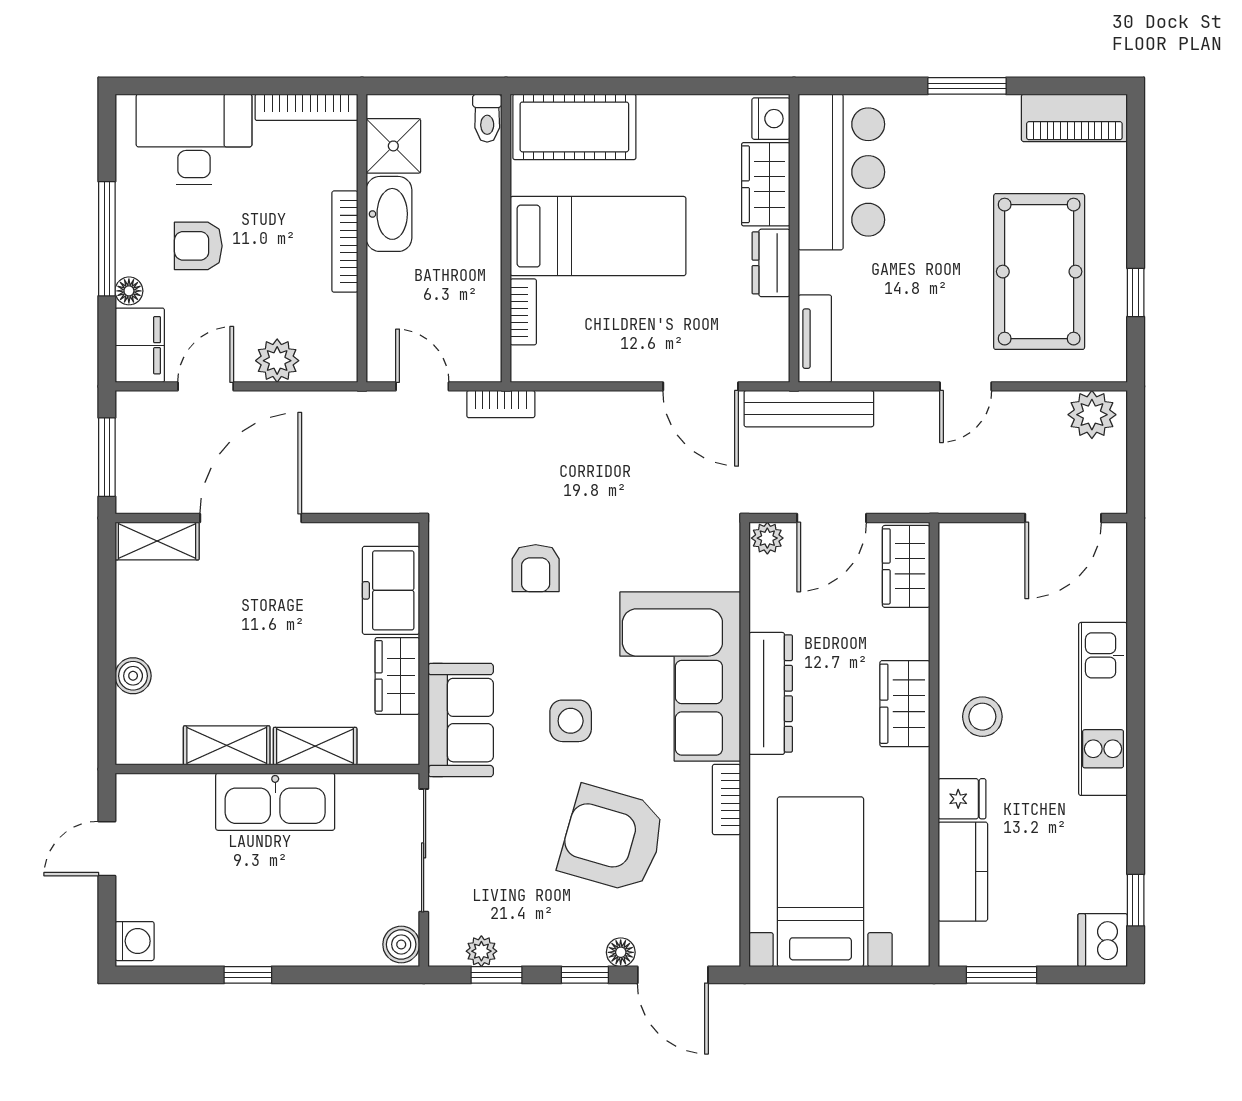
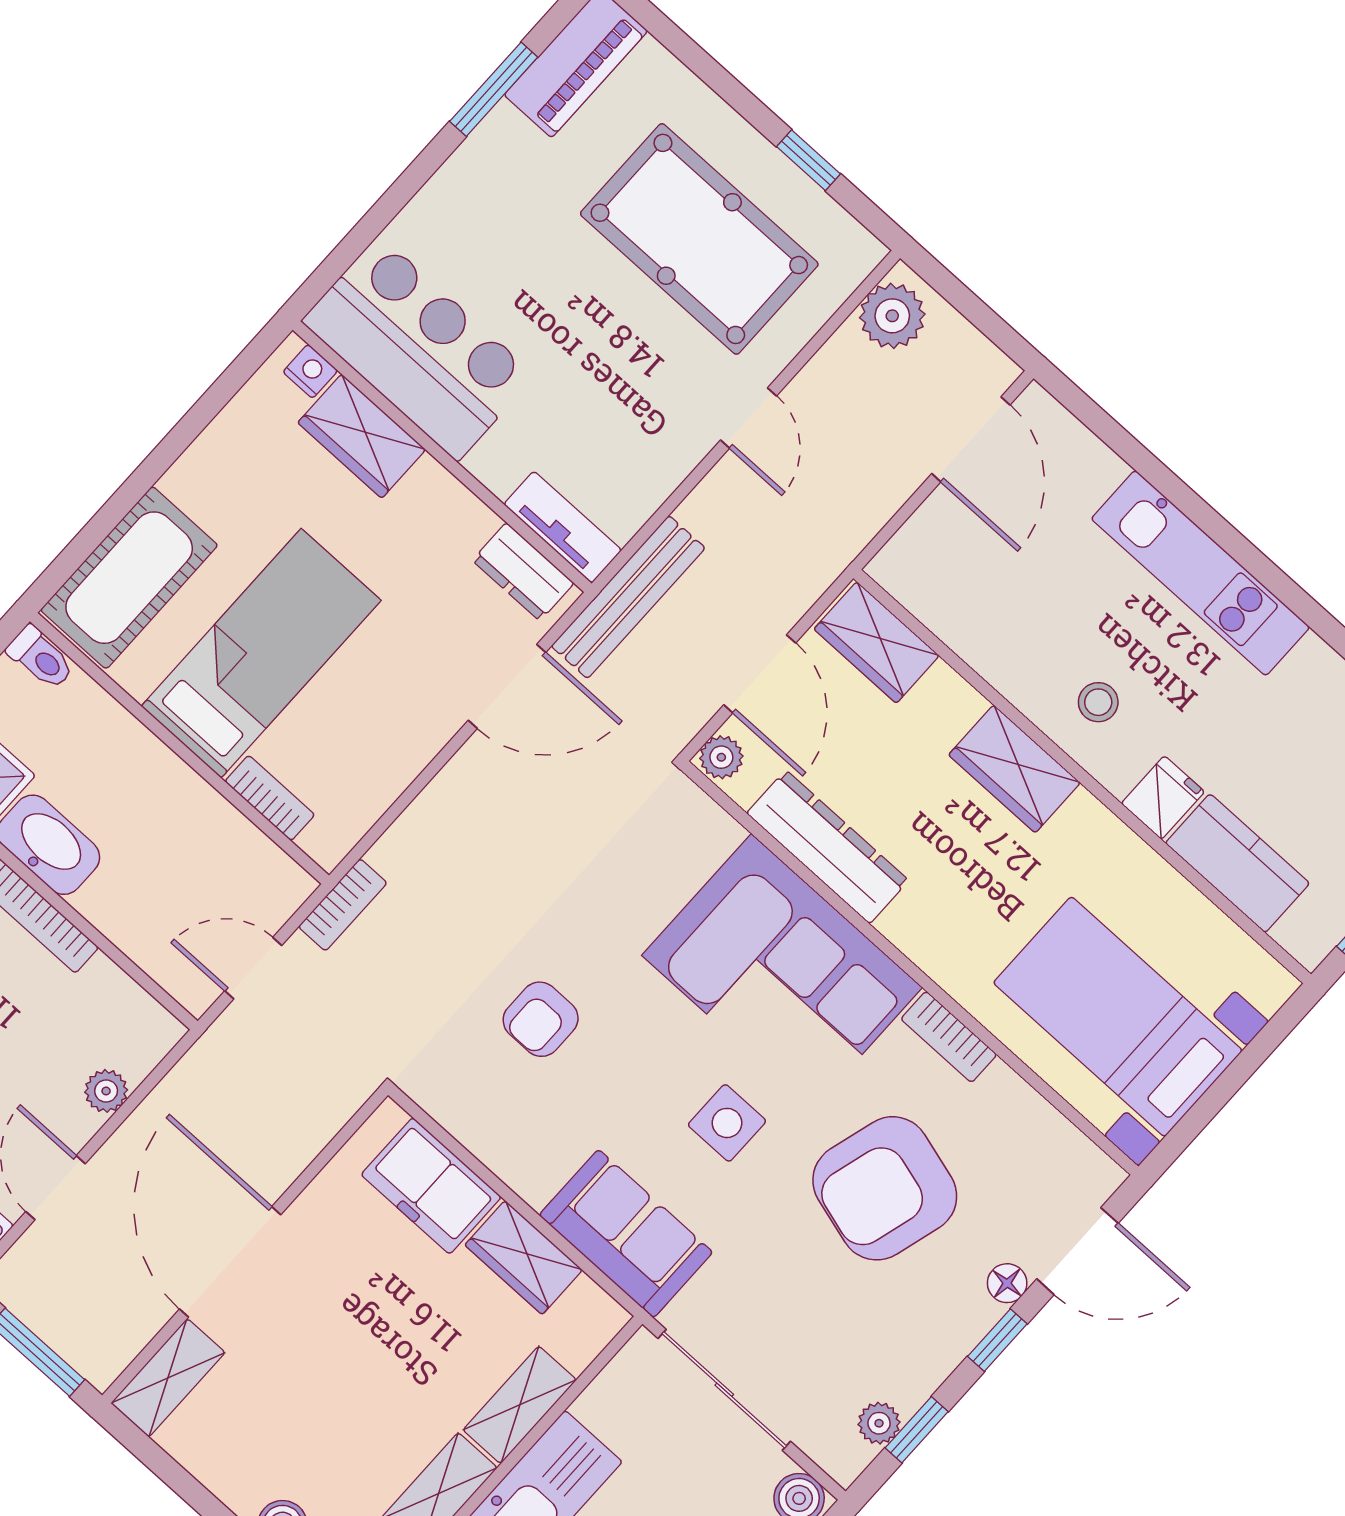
window: (967, 86) -> (494, 89), moved
nightstand: (771, 119) -> (310, 371), width x0.72, depth x0.74
dresser: (771, 263) -> (523, 572), moved
plant: (277, 361) -> (106, 1091), width x0.73, depth x0.73
armchair: (536, 568) -> (541, 1019), turned 90
dresser: (771, 693) -> (828, 847), moved
stool: (982, 717) -> (1098, 702), width x0.73, depth x0.73

